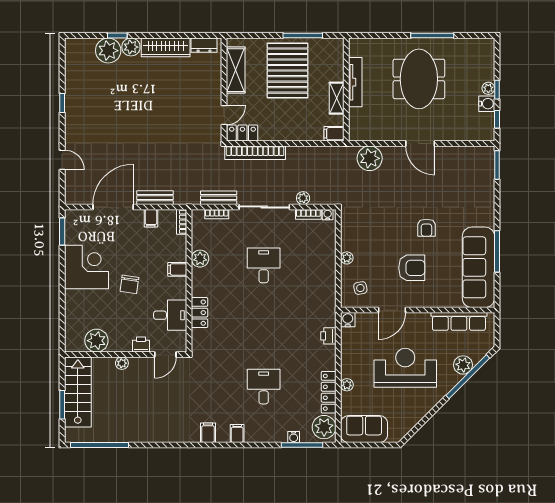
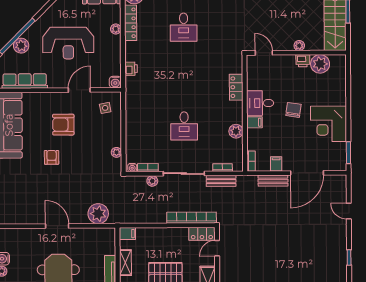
plant: (347, 258) -> (116, 152), moved
desk: (170, 315) -> (260, 103), moved
printer: (141, 345) -> (303, 61), moved
door: (165, 355) -> (264, 53), hinge flipped

